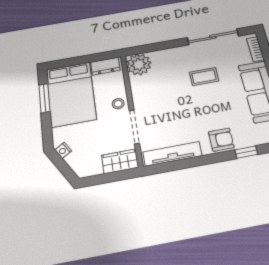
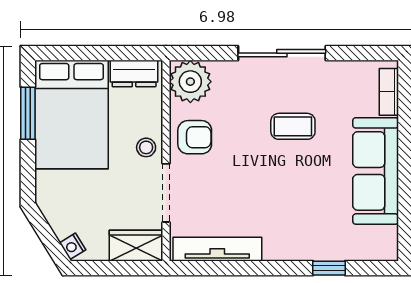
sliding door: (213, 37) -> (282, 53), moved
armchair: (221, 140) -> (195, 137), moved
nightstand: (63, 150) -> (73, 246), moved

